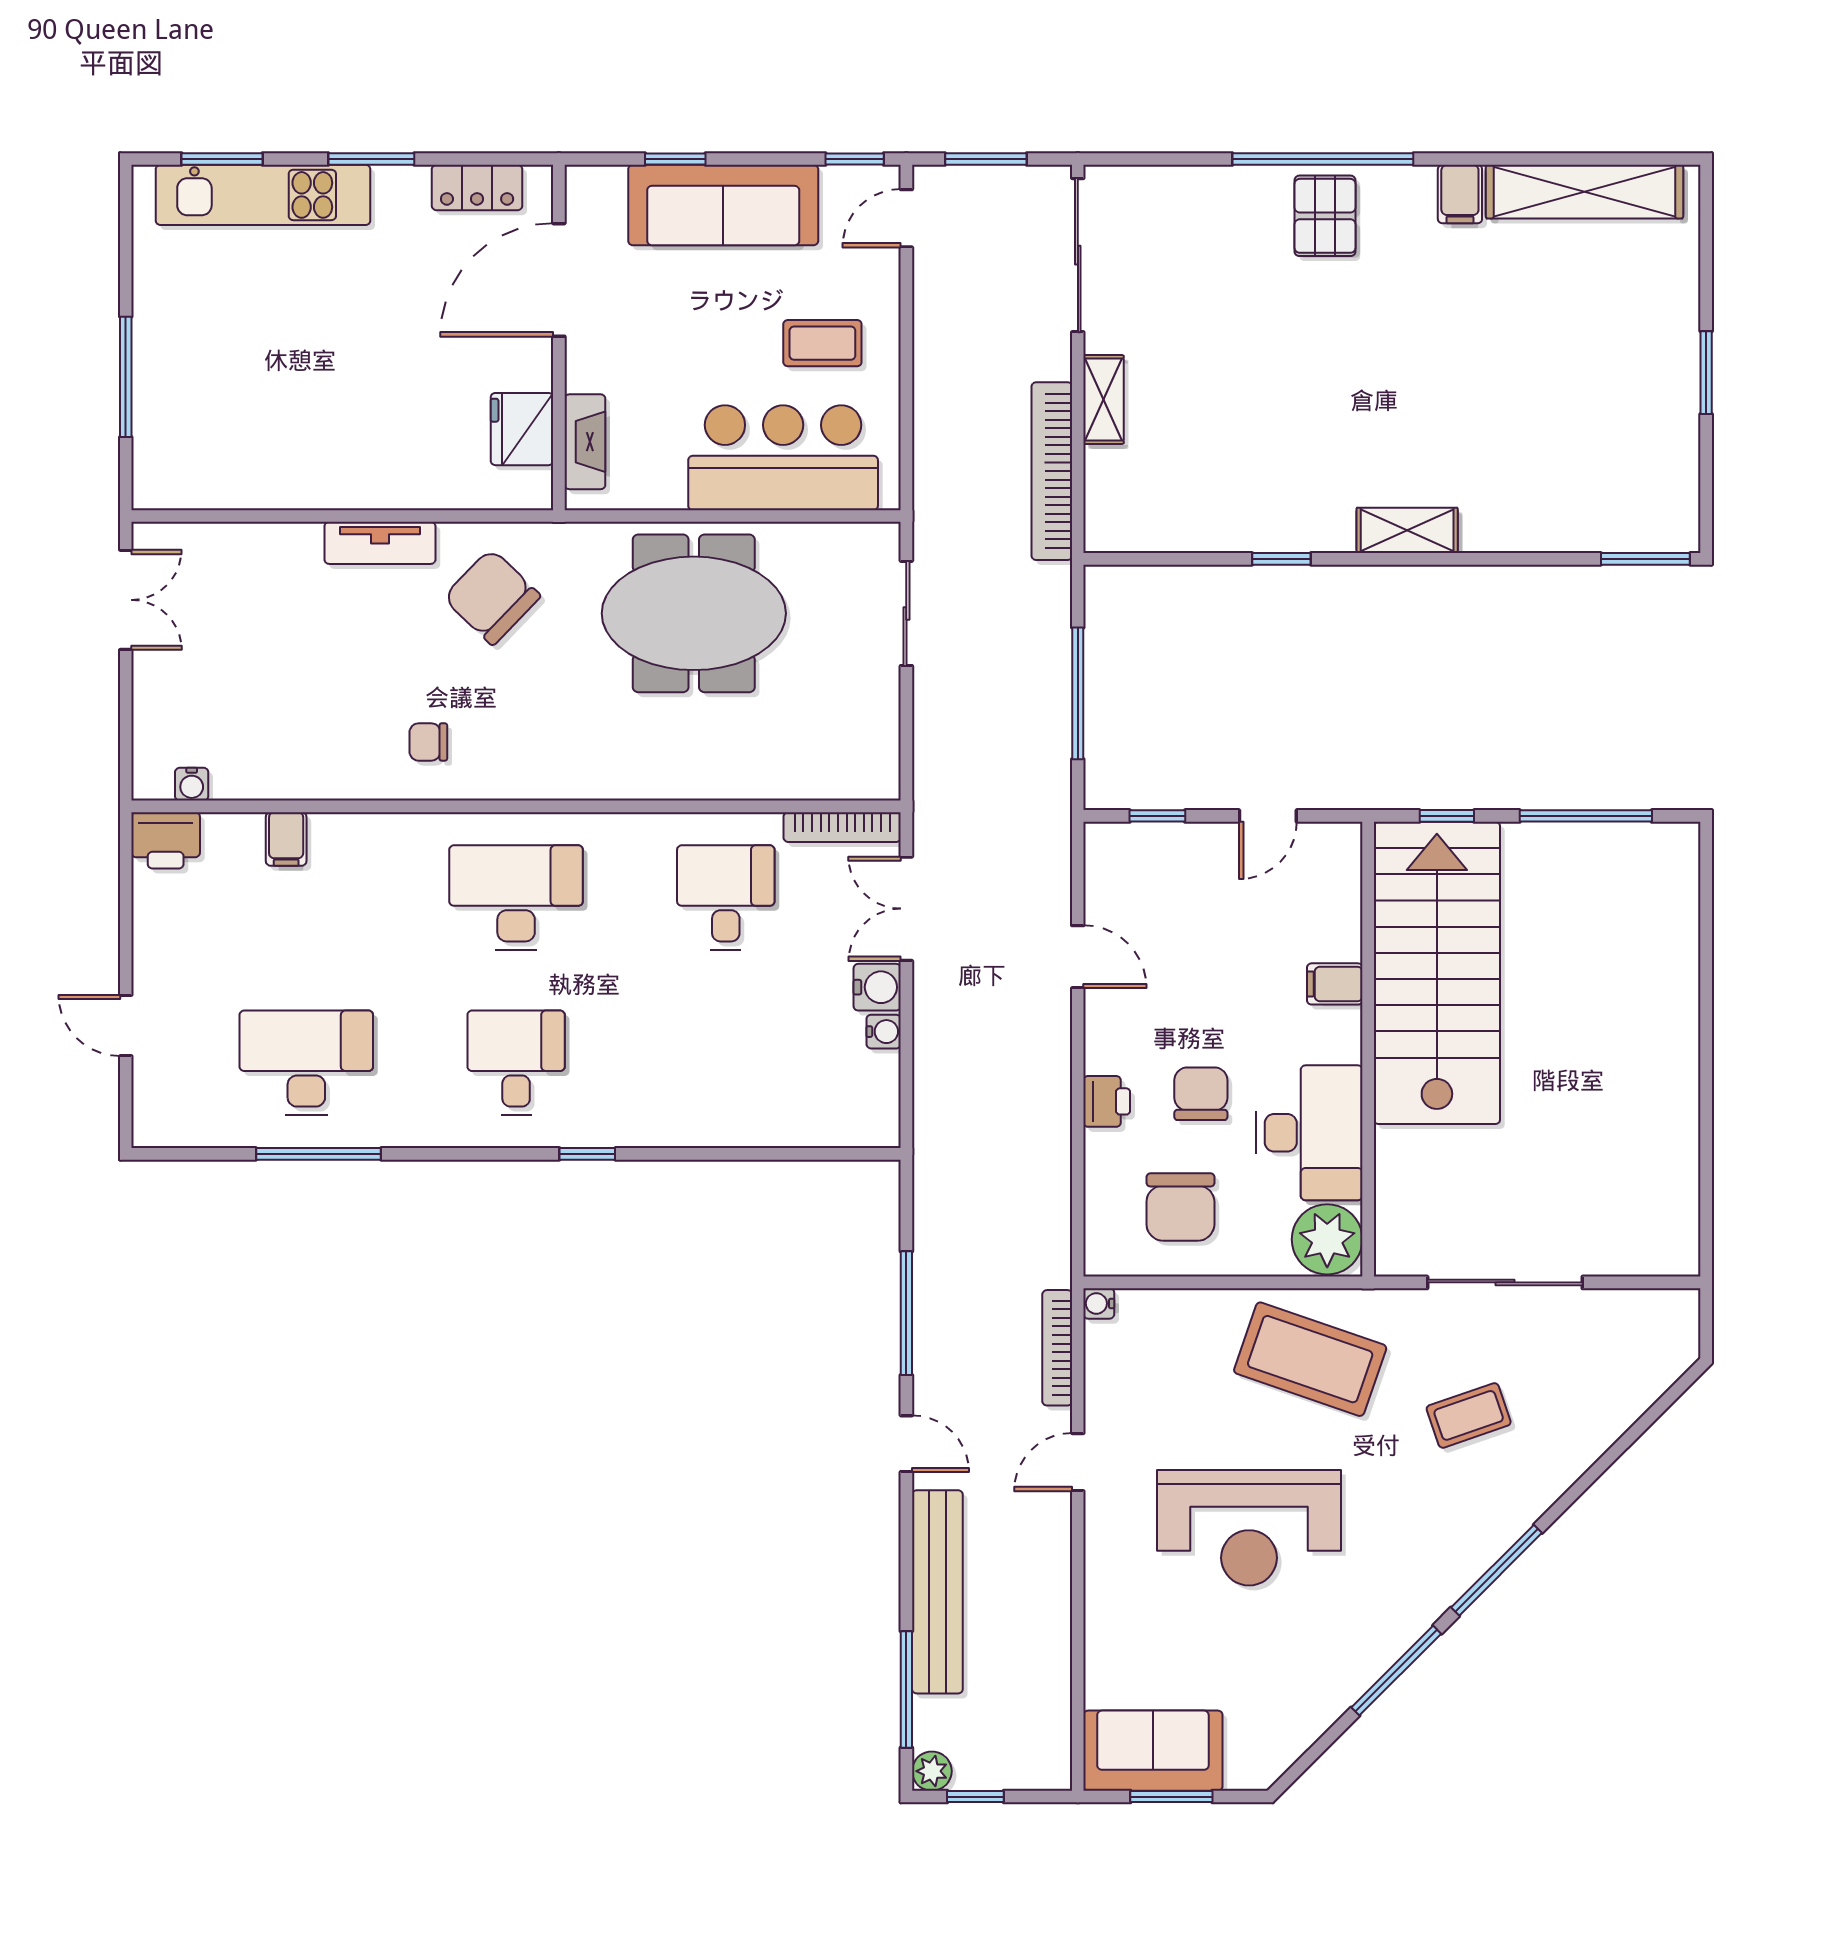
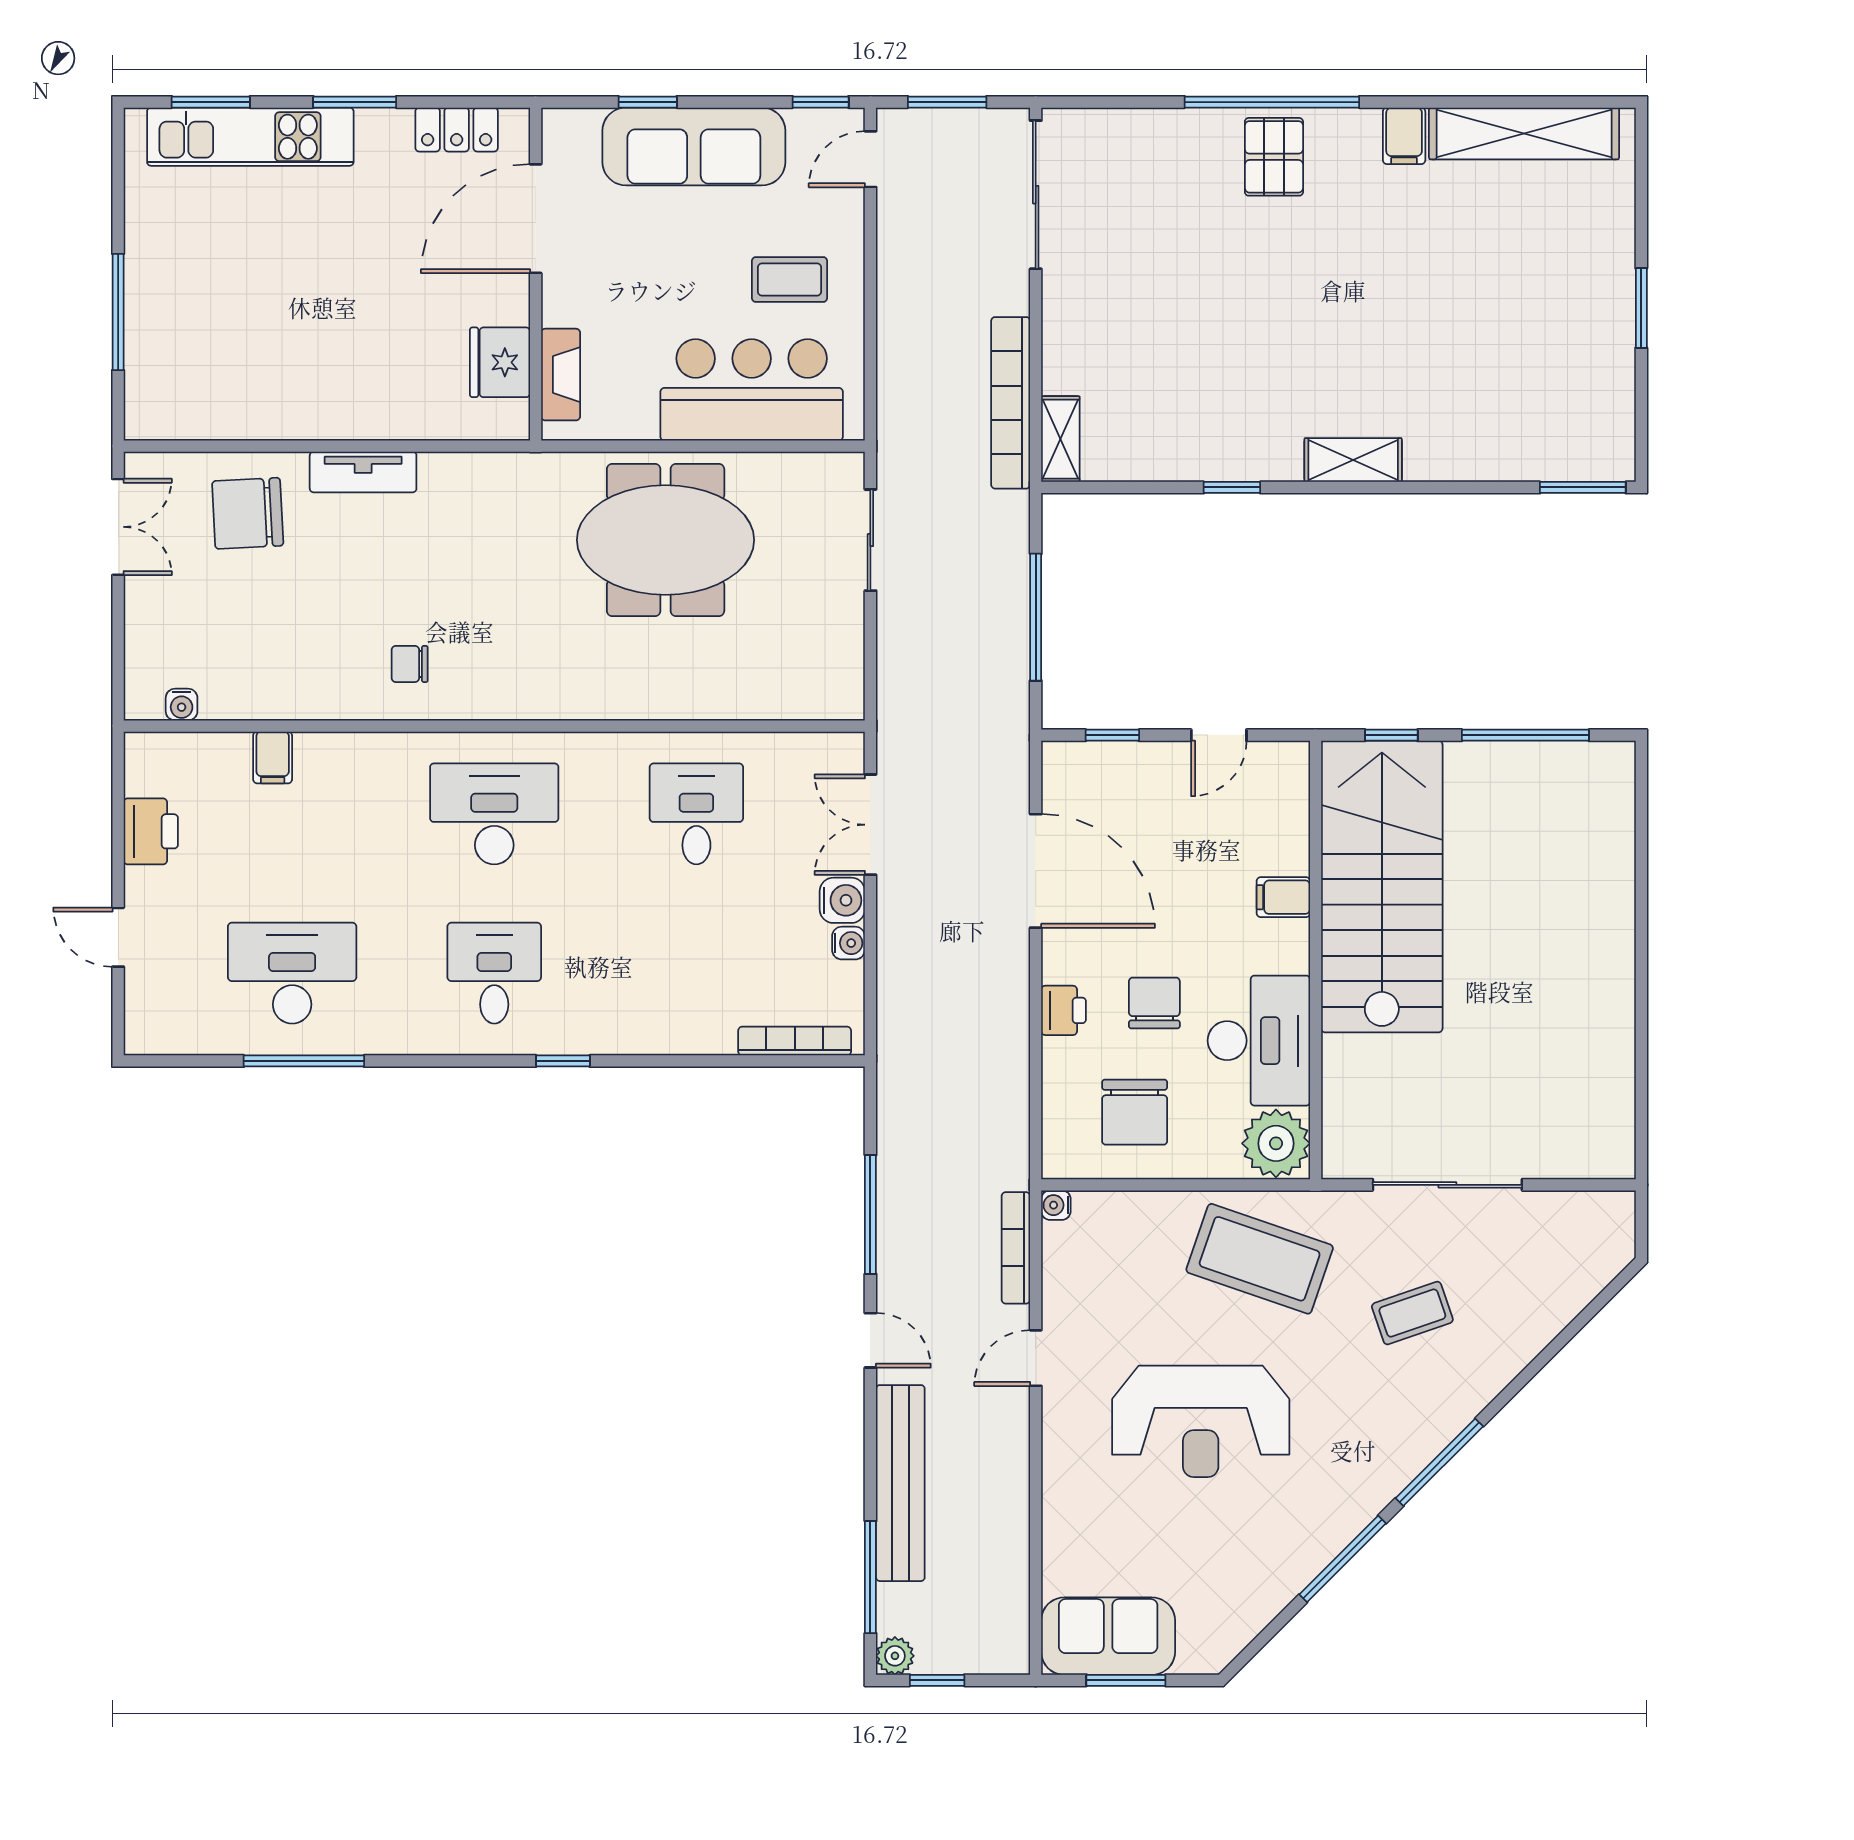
shelving: (1104, 400) -> (1060, 439), moved
chair: (492, 597) -> (248, 513), moved, turned -47
bookcase: (842, 827) -> (795, 1041), moved, turned 180
printer: (166, 840) -> (151, 831), moved, turned -90
door: (1078, 957) -> (1036, 871), width x1.88

